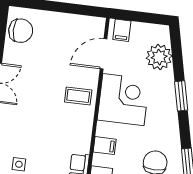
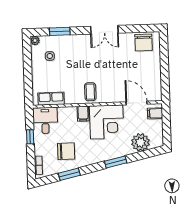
coffee table: (78, 96) -> (90, 92), moved
filing cabinet: (105, 146) -> (83, 114), moved

